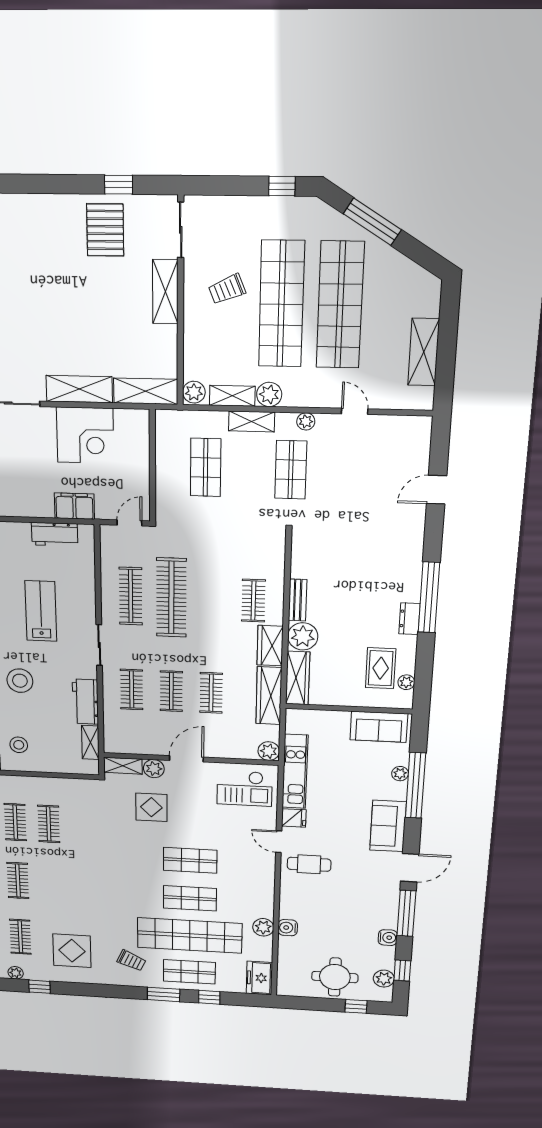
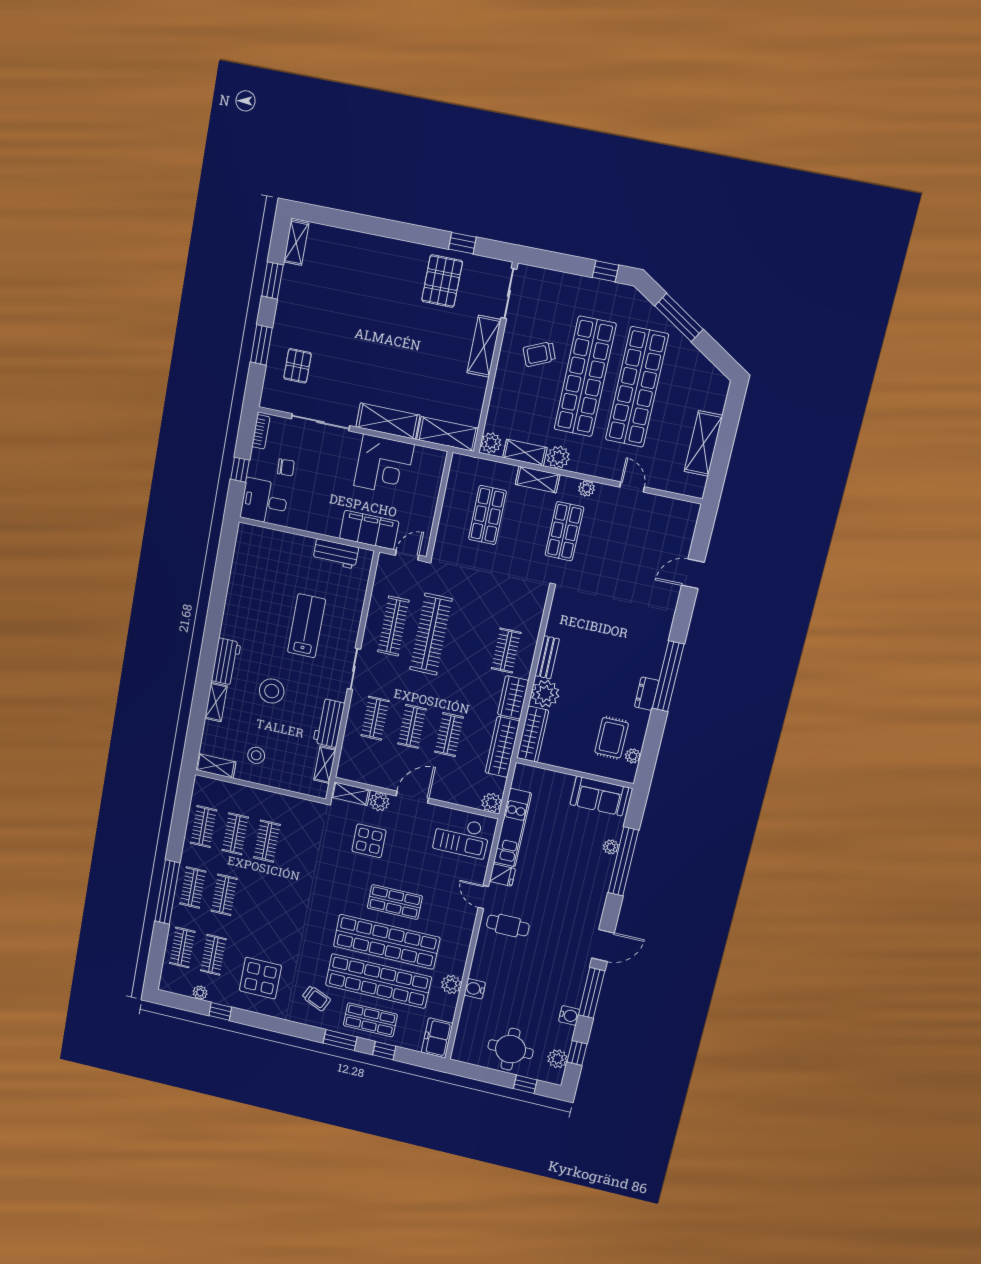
filing cabinet: (74, 506) -> (369, 530), width x1.50, depth x1.17
sofa: (388, 826) -> (590, 899), removed
shop shelf: (190, 898) -> (387, 942), width x2.00, depth x1.36

